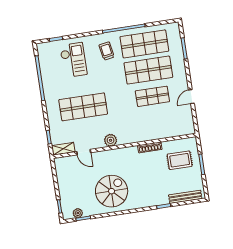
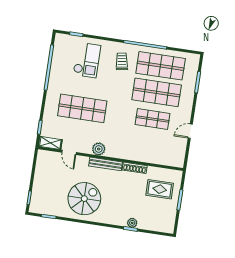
bench: (185, 197) -> (106, 164), moved
plant: (78, 213) -> (132, 223), moved

